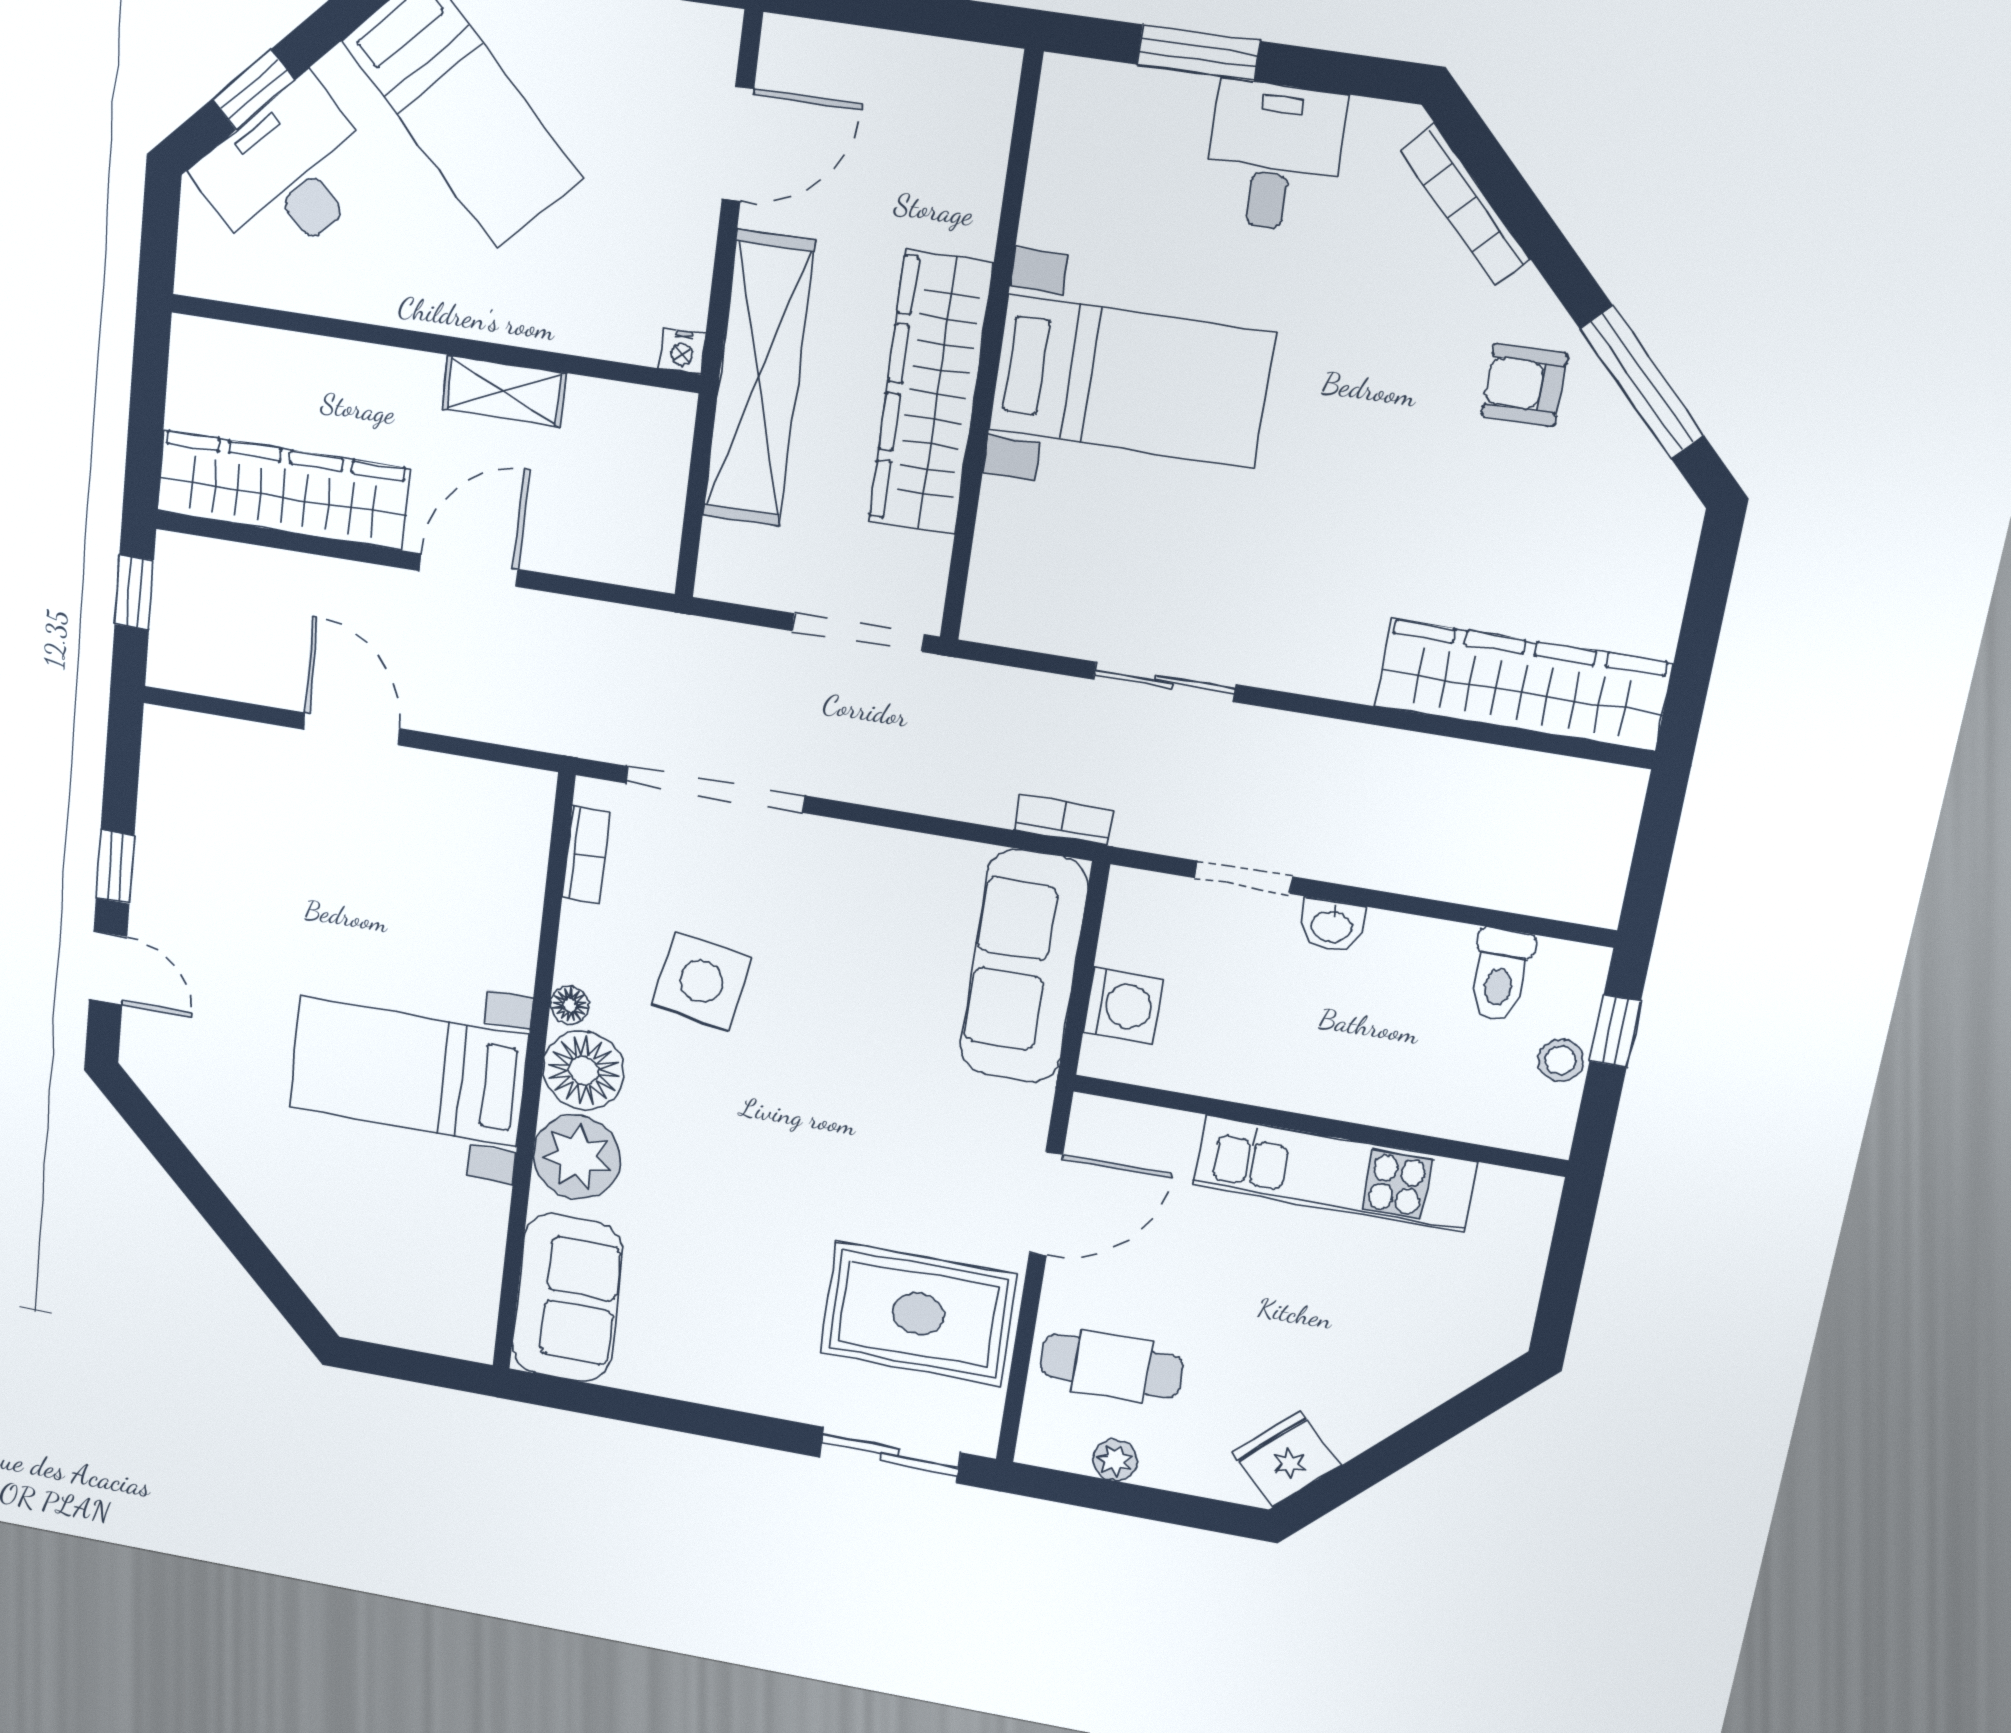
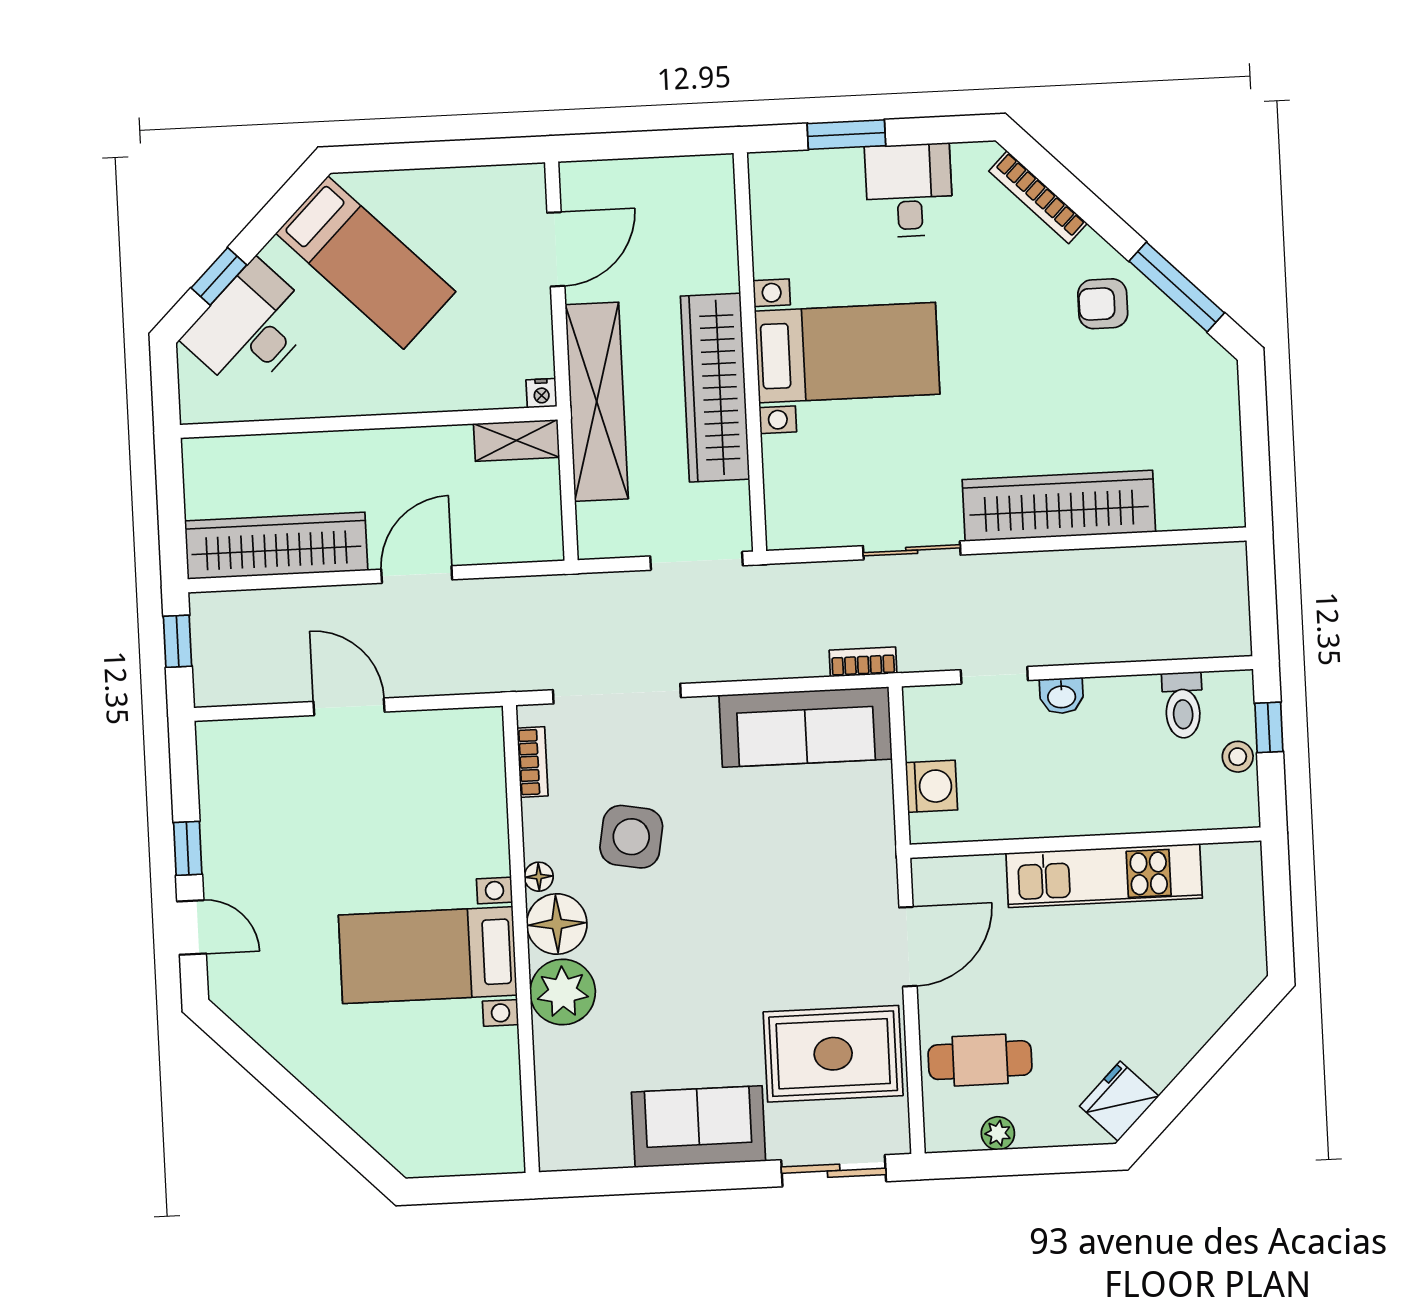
shelving: (504, 391) -> (517, 440), moved
wardrobe: (1523, 685) -> (1059, 506), moved
sofa: (1024, 966) -> (806, 727), moved, turned -90
sofa: (567, 1298) -> (699, 1127), moved, turned -90

